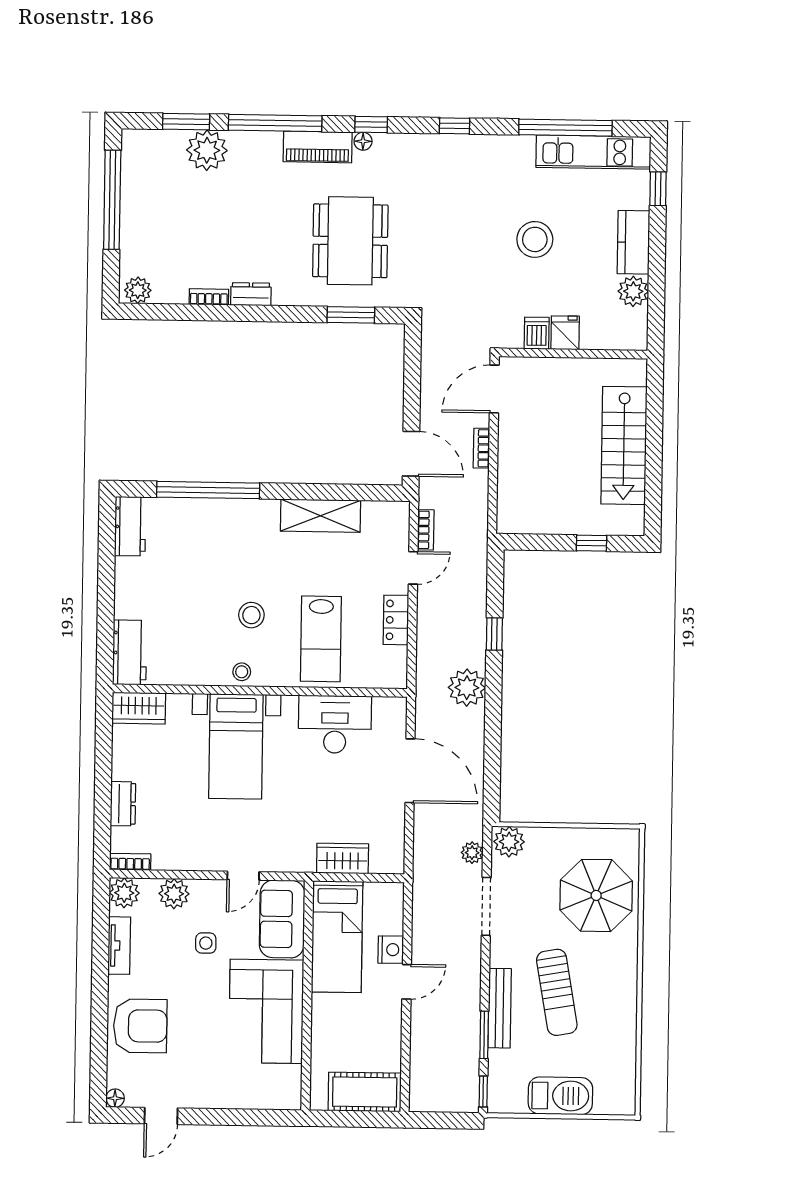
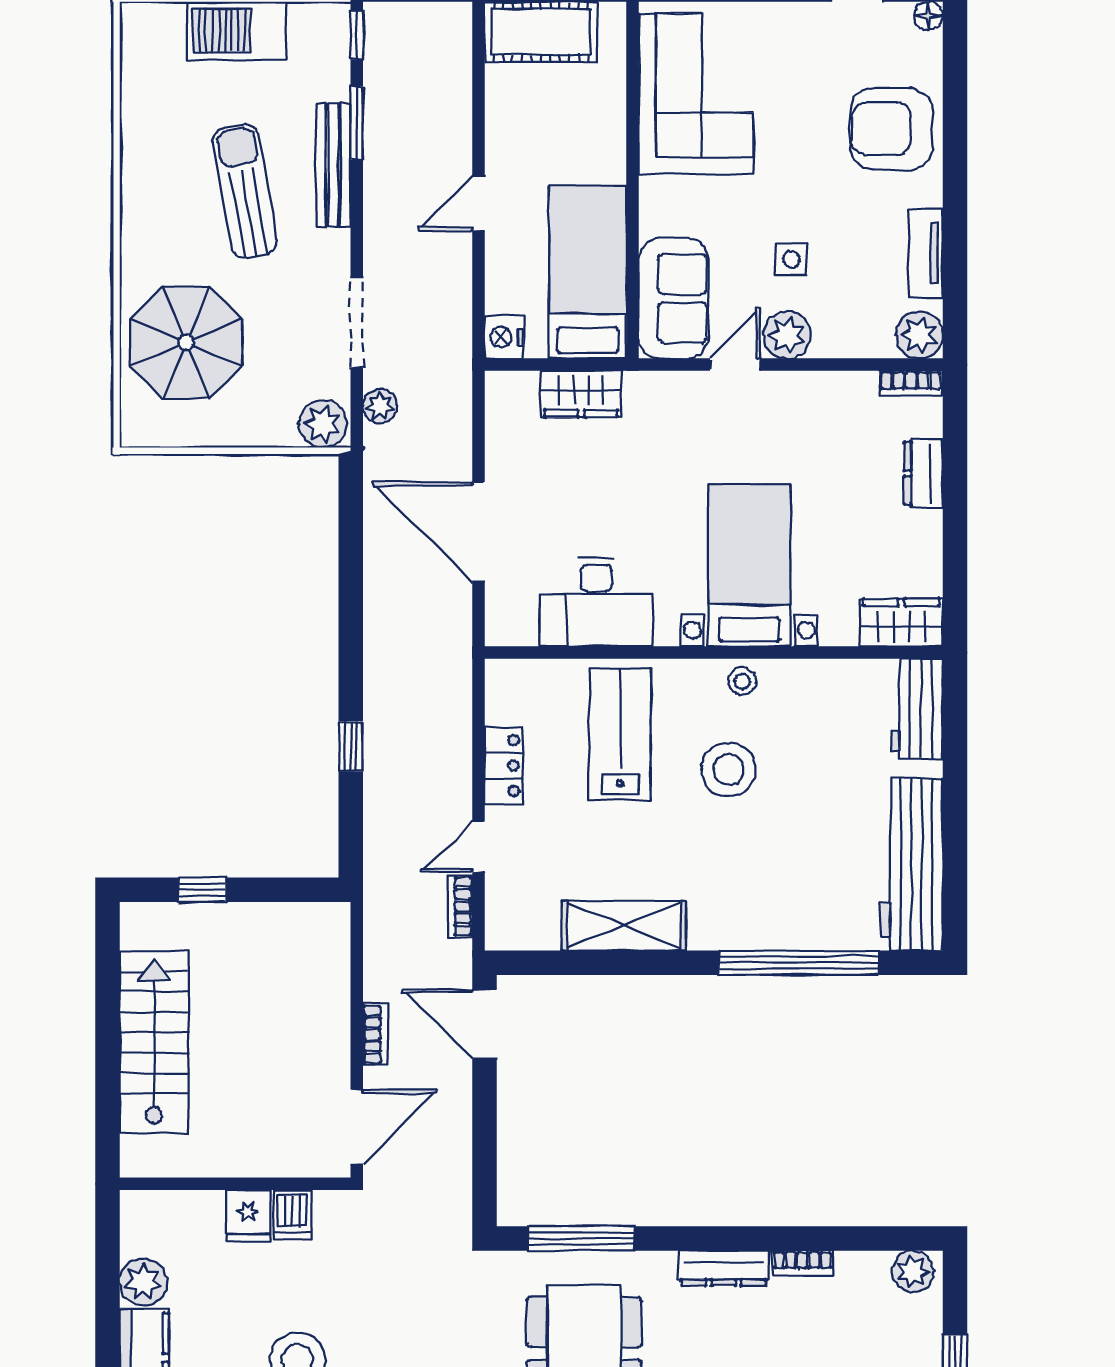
dresser: (251, 294) -> (724, 1268), width x1.44
window: (351, 315) -> (581, 1238), width x1.44
workbench: (130, 526) -> (911, 864), width x1.88, depth x1.32
stool: (251, 615) -> (729, 770), width x1.38, depth x1.38
plant: (467, 688) -> (392, 662), removed
plant: (174, 894) -> (787, 335), moved
nightstand: (391, 950) -> (504, 337), moved
corner sofa: (266, 1011) -> (696, 93), moved

